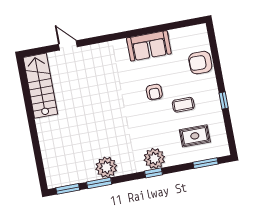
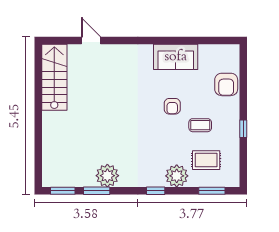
armchair: (200, 63) -> (226, 84), turned -90
plant: (154, 158) -> (177, 176), moved

